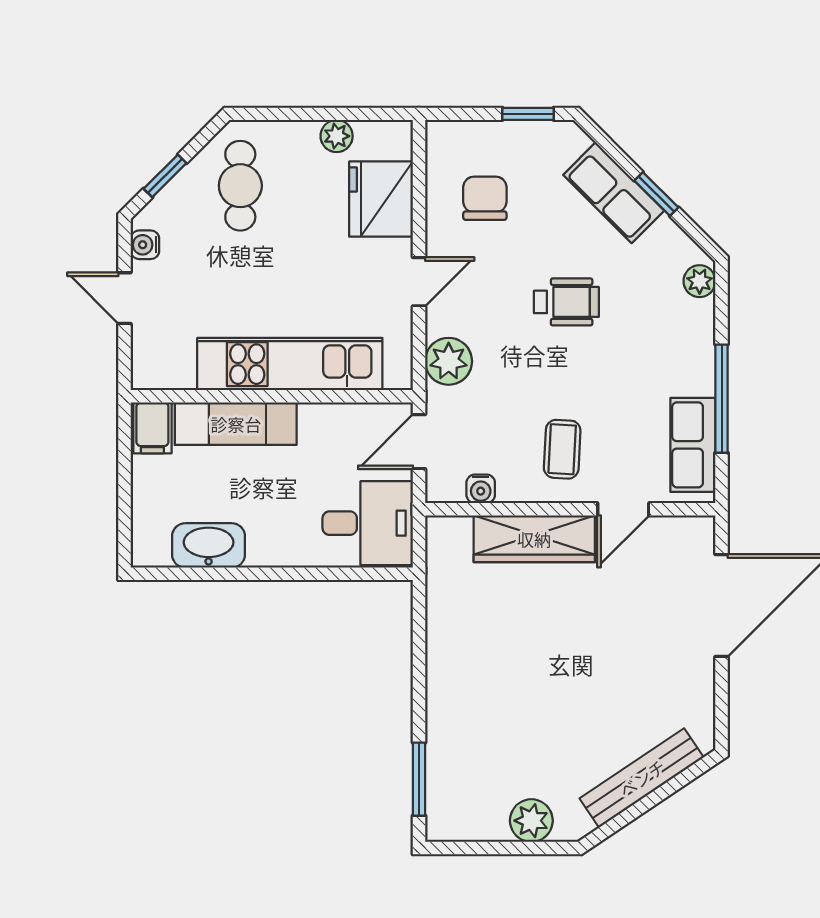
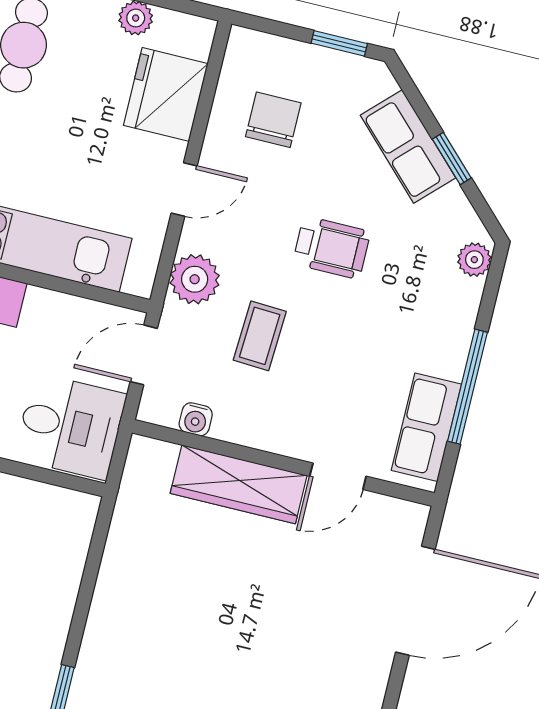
coffee table: (562, 449) -> (260, 336), moved

